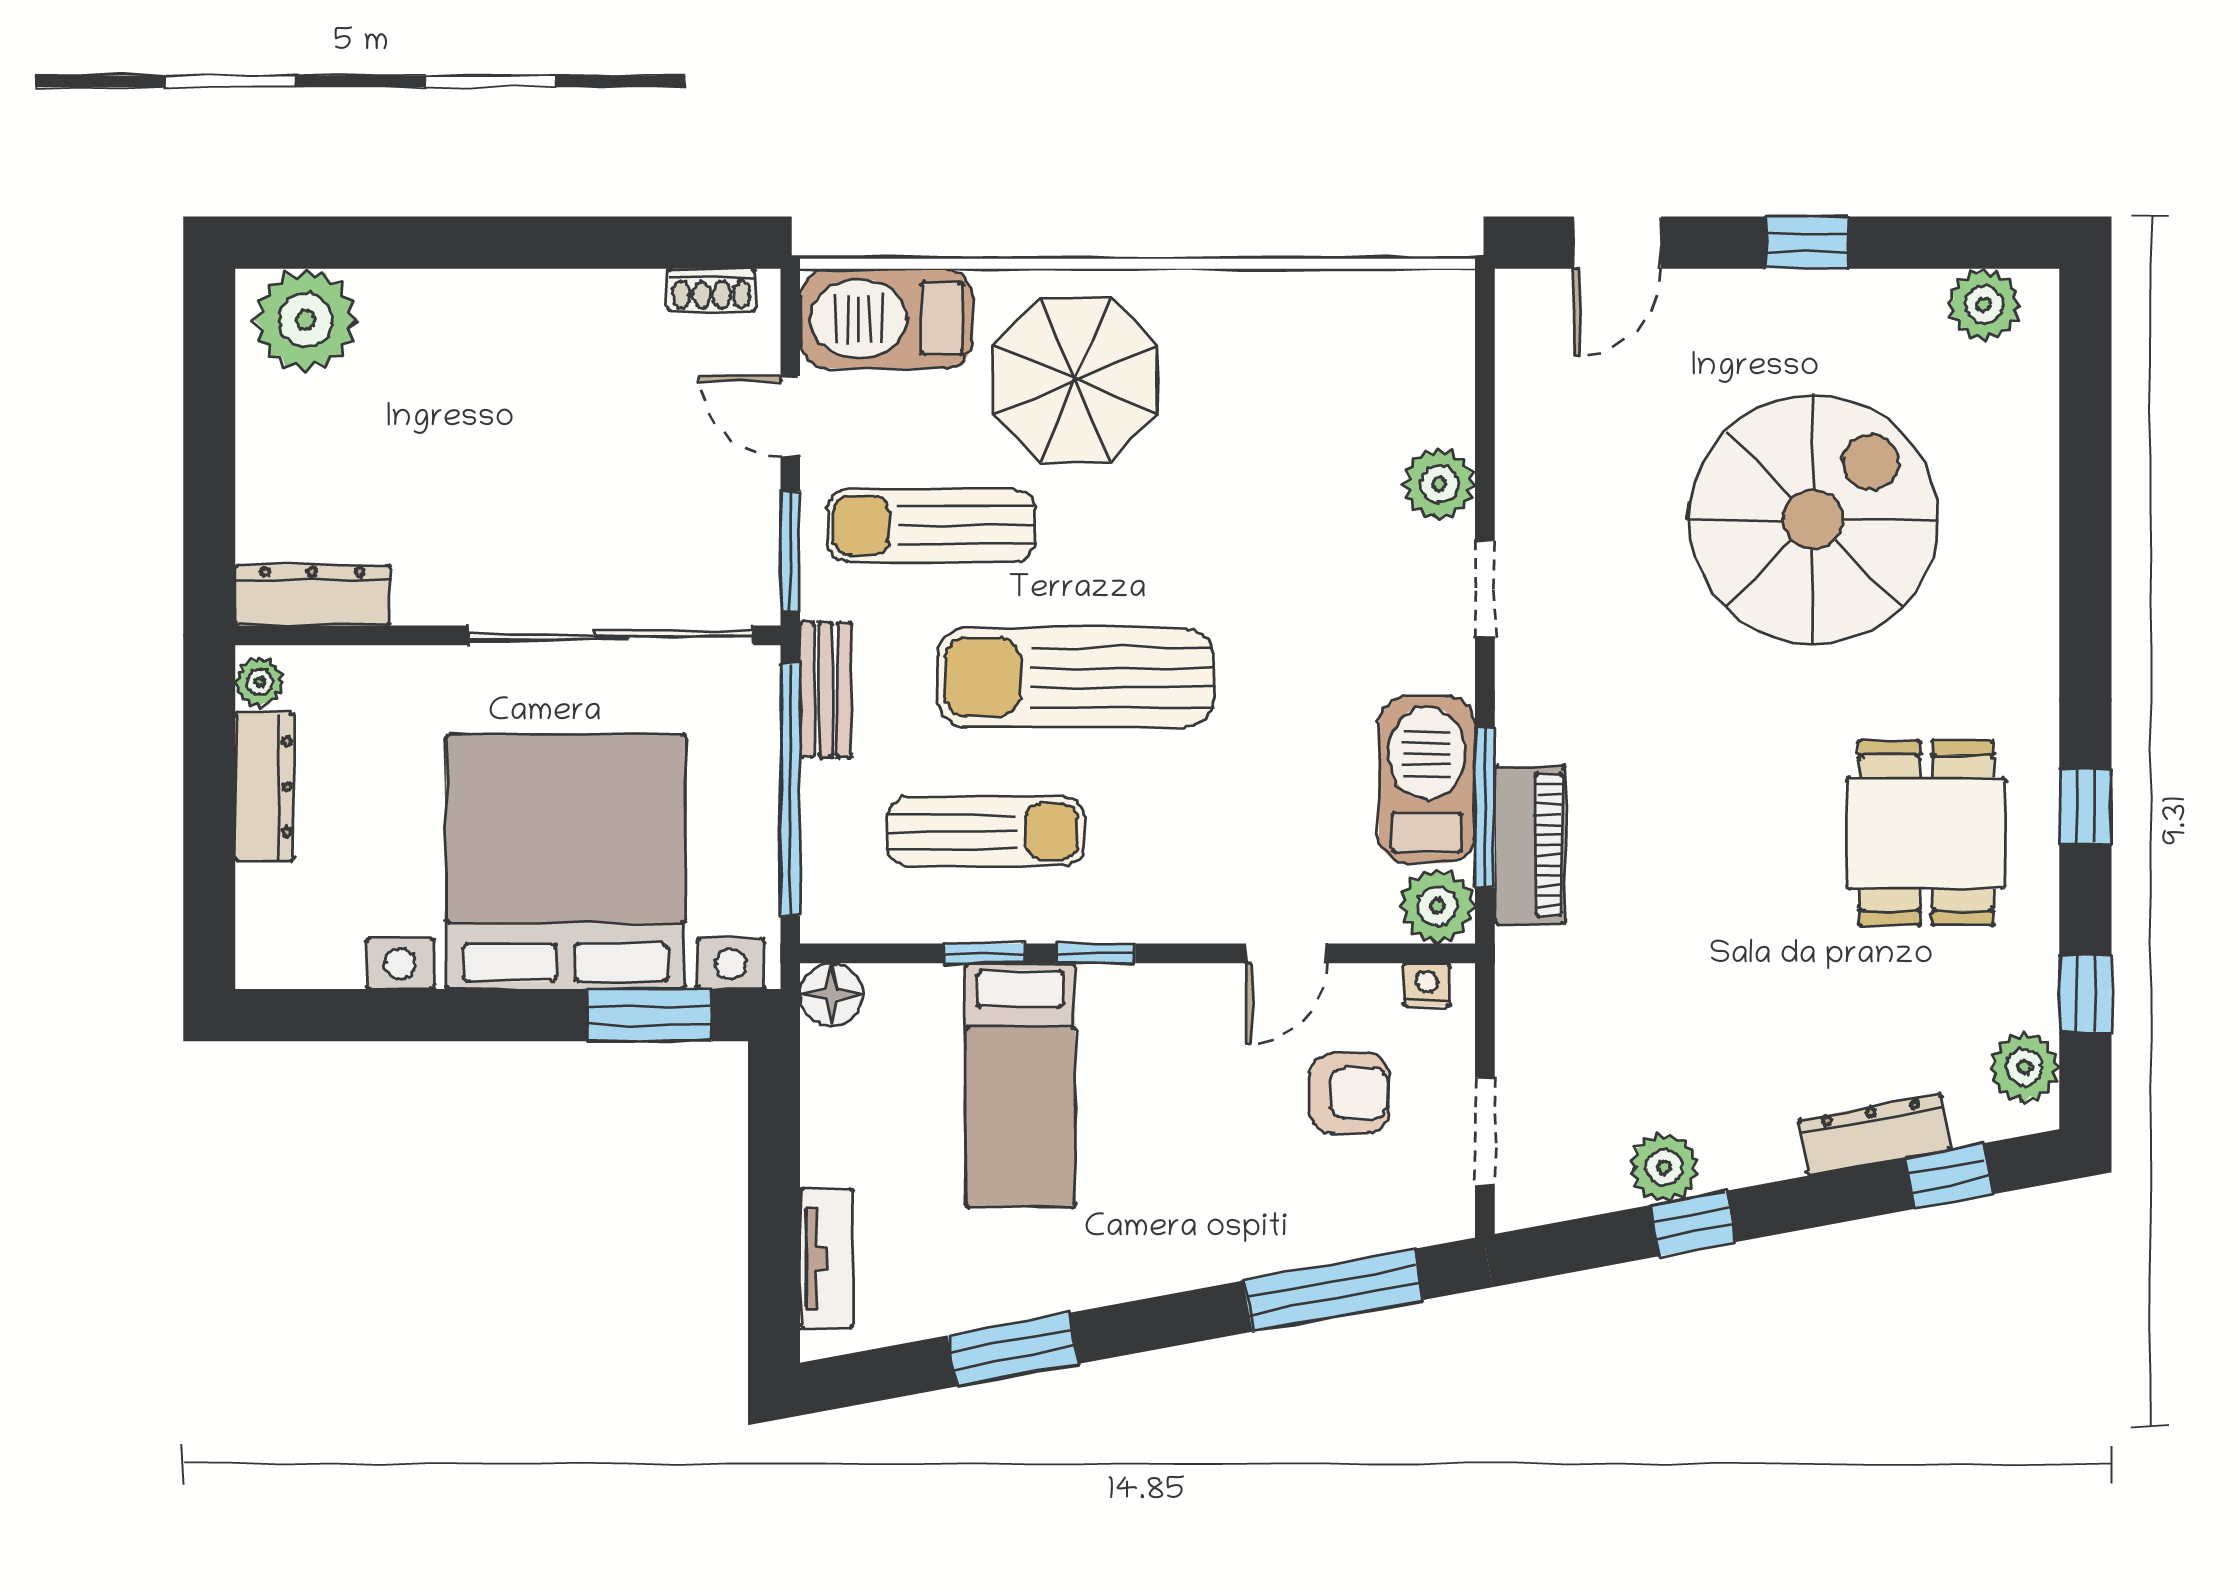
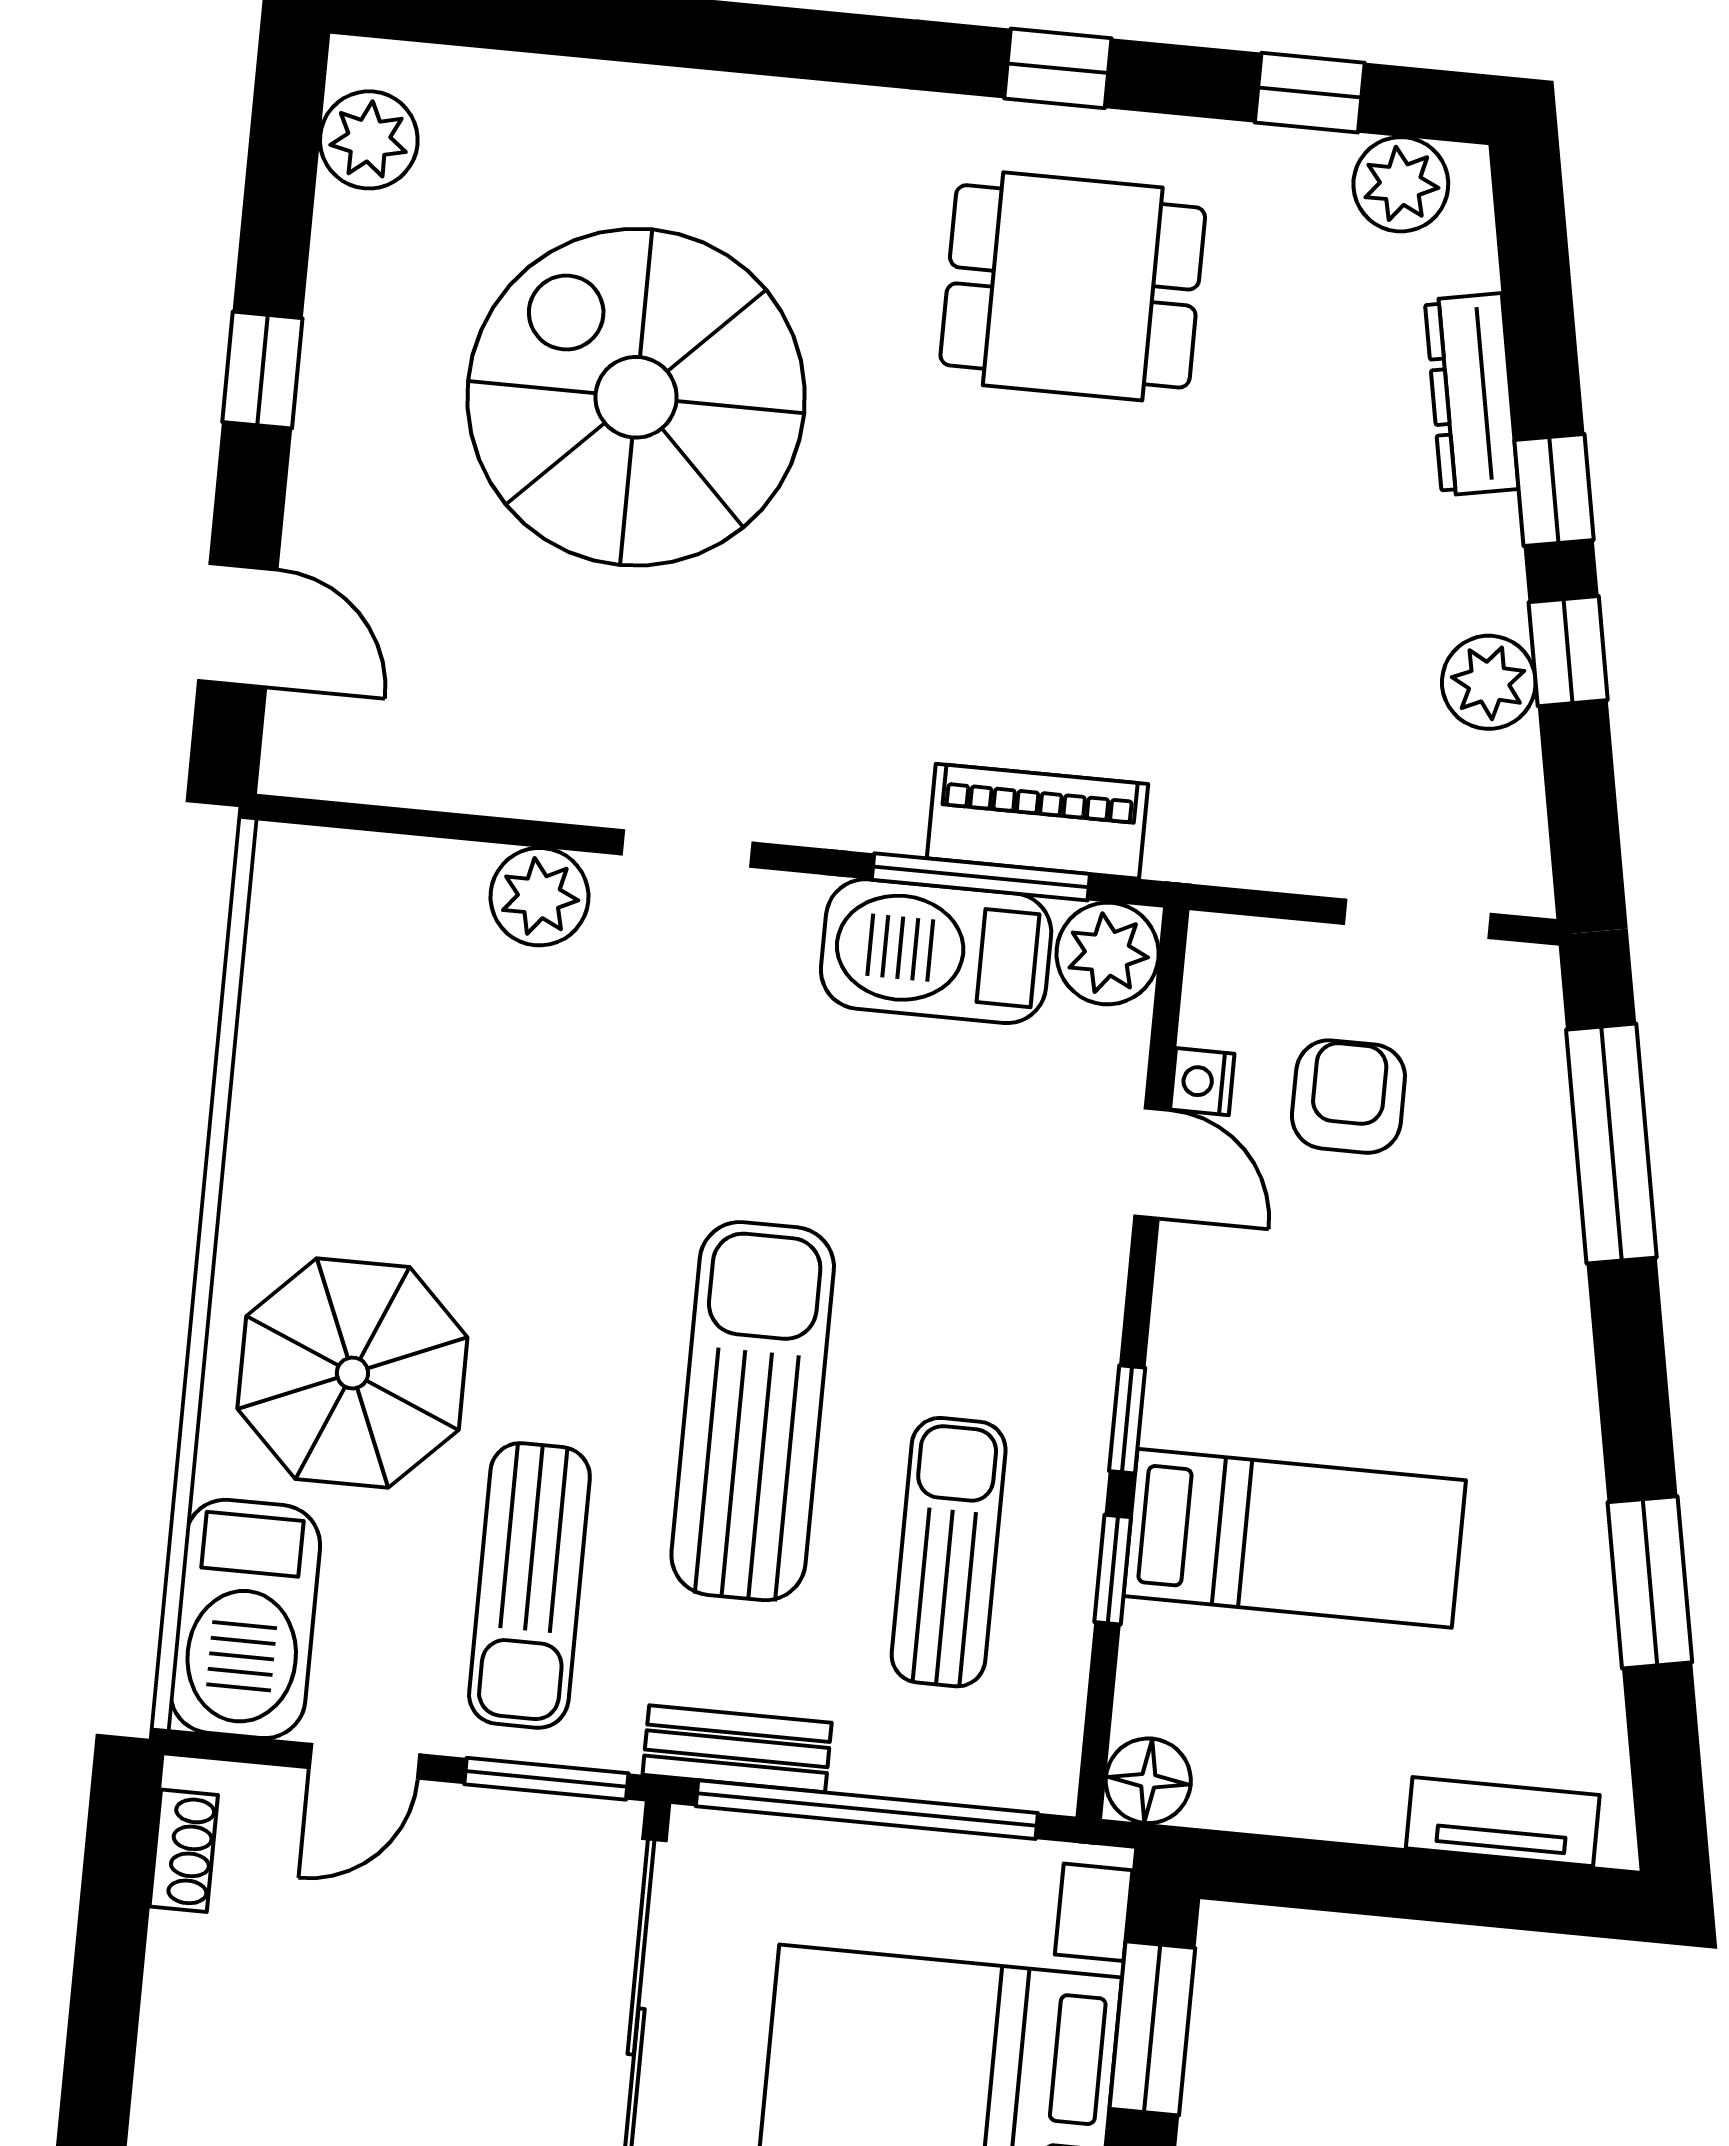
sun lounger: (1075, 677) -> (753, 1411), turned 180
nightstand: (1427, 985) -> (1202, 1082), moved
window: (1949, 1176) -> (1554, 490), moved

